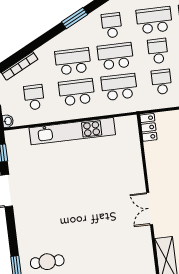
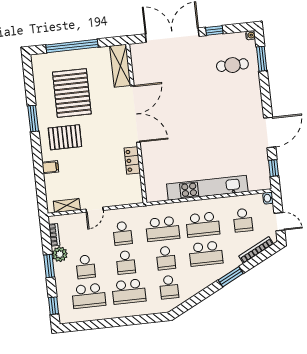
window: (75, 18) -> (231, 277), moved
school desk: (115, 56) -> (166, 258), width x0.54
locker: (148, 127) -> (132, 160), moved
double door: (150, 209) -> (135, 114), width x1.87

